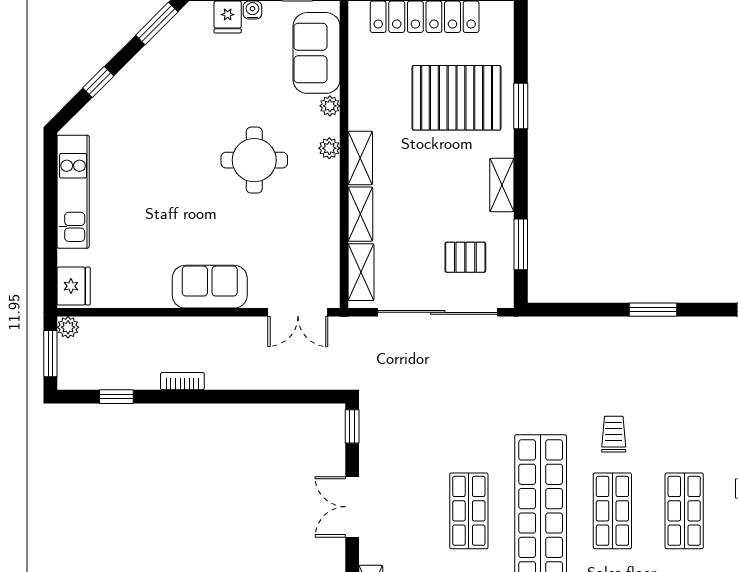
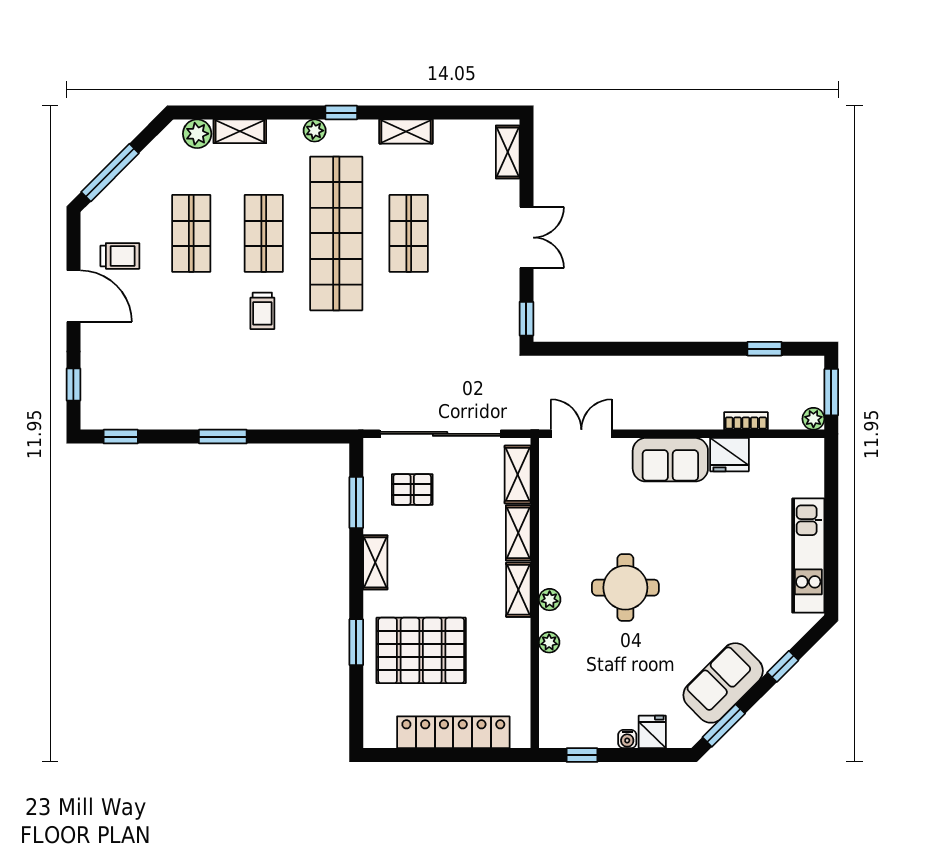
sofa: (317, 53) -> (723, 683), moved, turned -135
fridge: (74, 286) -> (730, 455), moved, turned -90
bookcase: (182, 381) -> (746, 421), moved, turned 180

